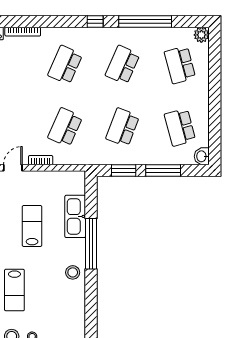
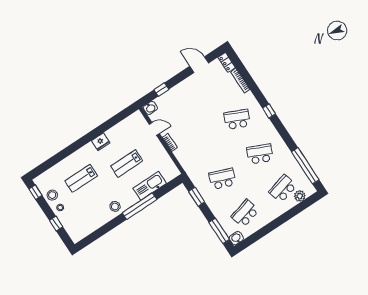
window: (95, 22) -> (269, 111), moved
window: (145, 22) -> (305, 166), moved
plant: (201, 35) -> (300, 196), moved
school desk: (65, 127) -> (199, 144), removed
window: (163, 171) -> (219, 231), moved
lab bench: (32, 226) -> (127, 164), turned 180

